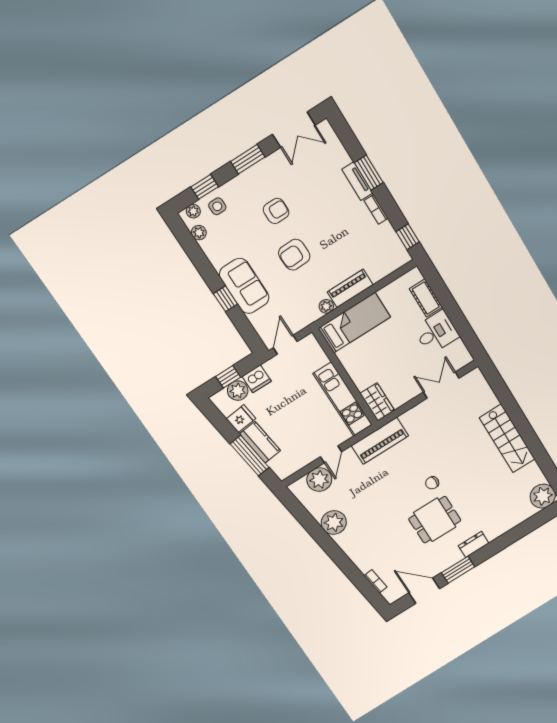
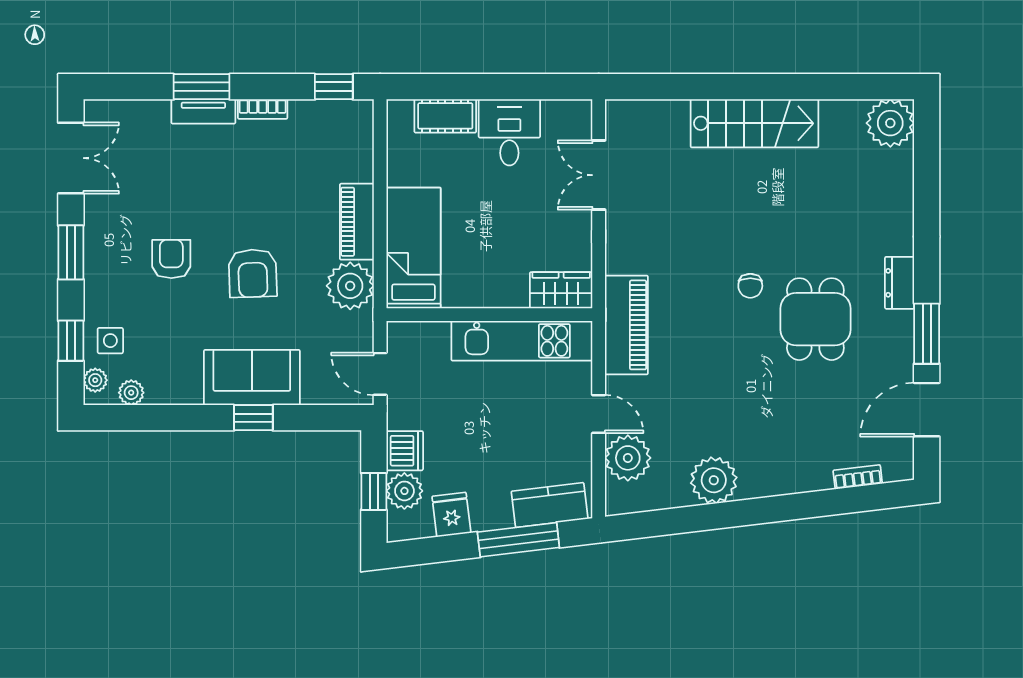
plant: (326, 306) -> (350, 286), width x1.88, depth x1.88
kitchen counter: (260, 442) -> (550, 505), moved

